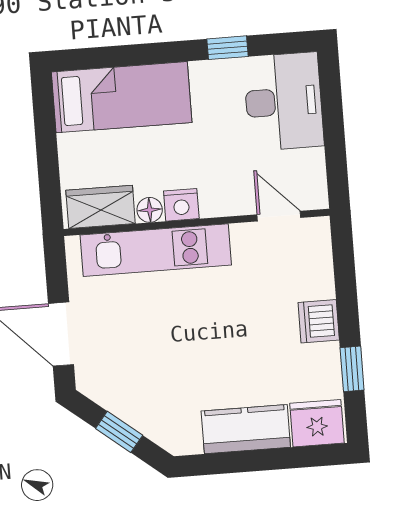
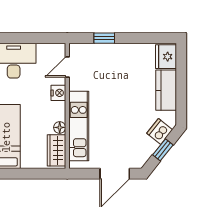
nightstand: (181, 205) -> (58, 93), moved
dishwasher: (319, 321) -> (160, 131), moved, turned 129
window: (352, 369) -> (104, 38), moved

